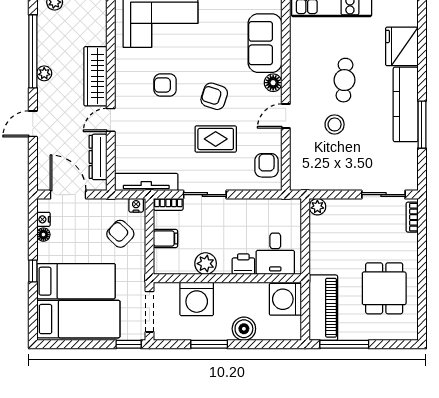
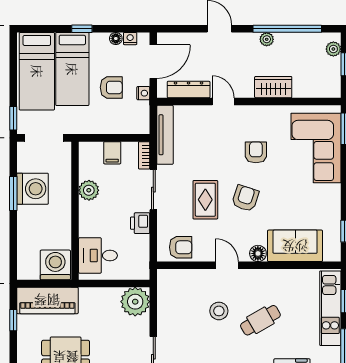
wardrobe: (95, 76) -> (273, 87), width x0.67
cafe table: (344, 80) -> (260, 320), turned -34
nightstand: (136, 205) -> (143, 93), moved
plant: (317, 207) -> (135, 302), width x1.88, depth x1.88
armchair: (120, 234) -> (111, 87), moved, turned 46
printer: (243, 264) -> (140, 223), moved, turned 180
washing machine: (197, 299) -> (32, 189), moved, turned 180
boiler: (244, 329) -> (28, 226), removed
window: (344, 344) -> (13, 320), width x0.46

